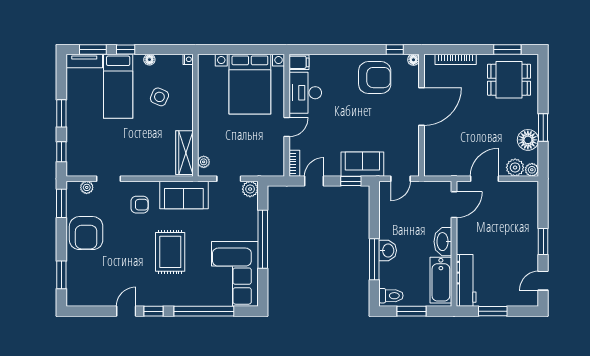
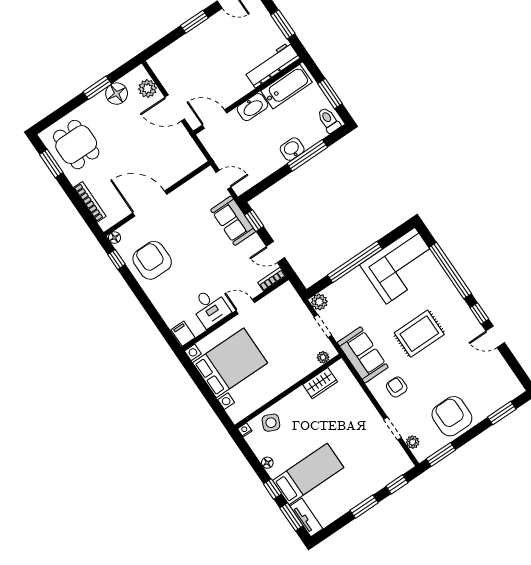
desk: (305, 93) -> (210, 307), width x0.73
side table: (159, 97) -> (271, 423), moved
wardrobe: (184, 153) -> (320, 383), width x0.67
plant: (532, 170) -> (140, 73), removed
armchair: (86, 233) -> (452, 416), turned -90

